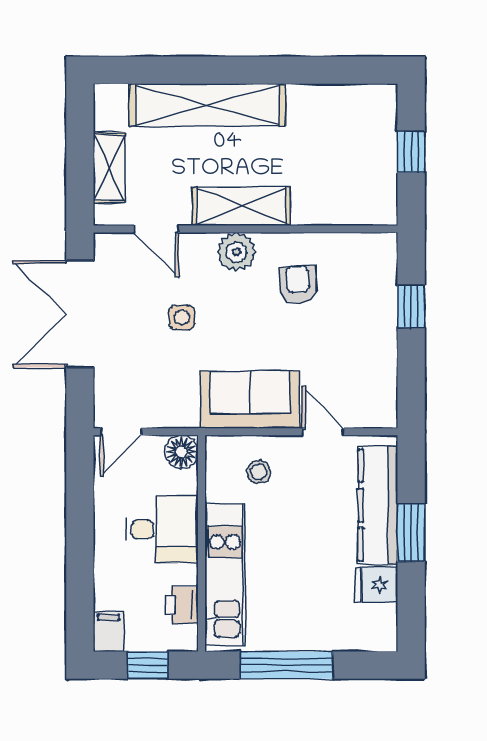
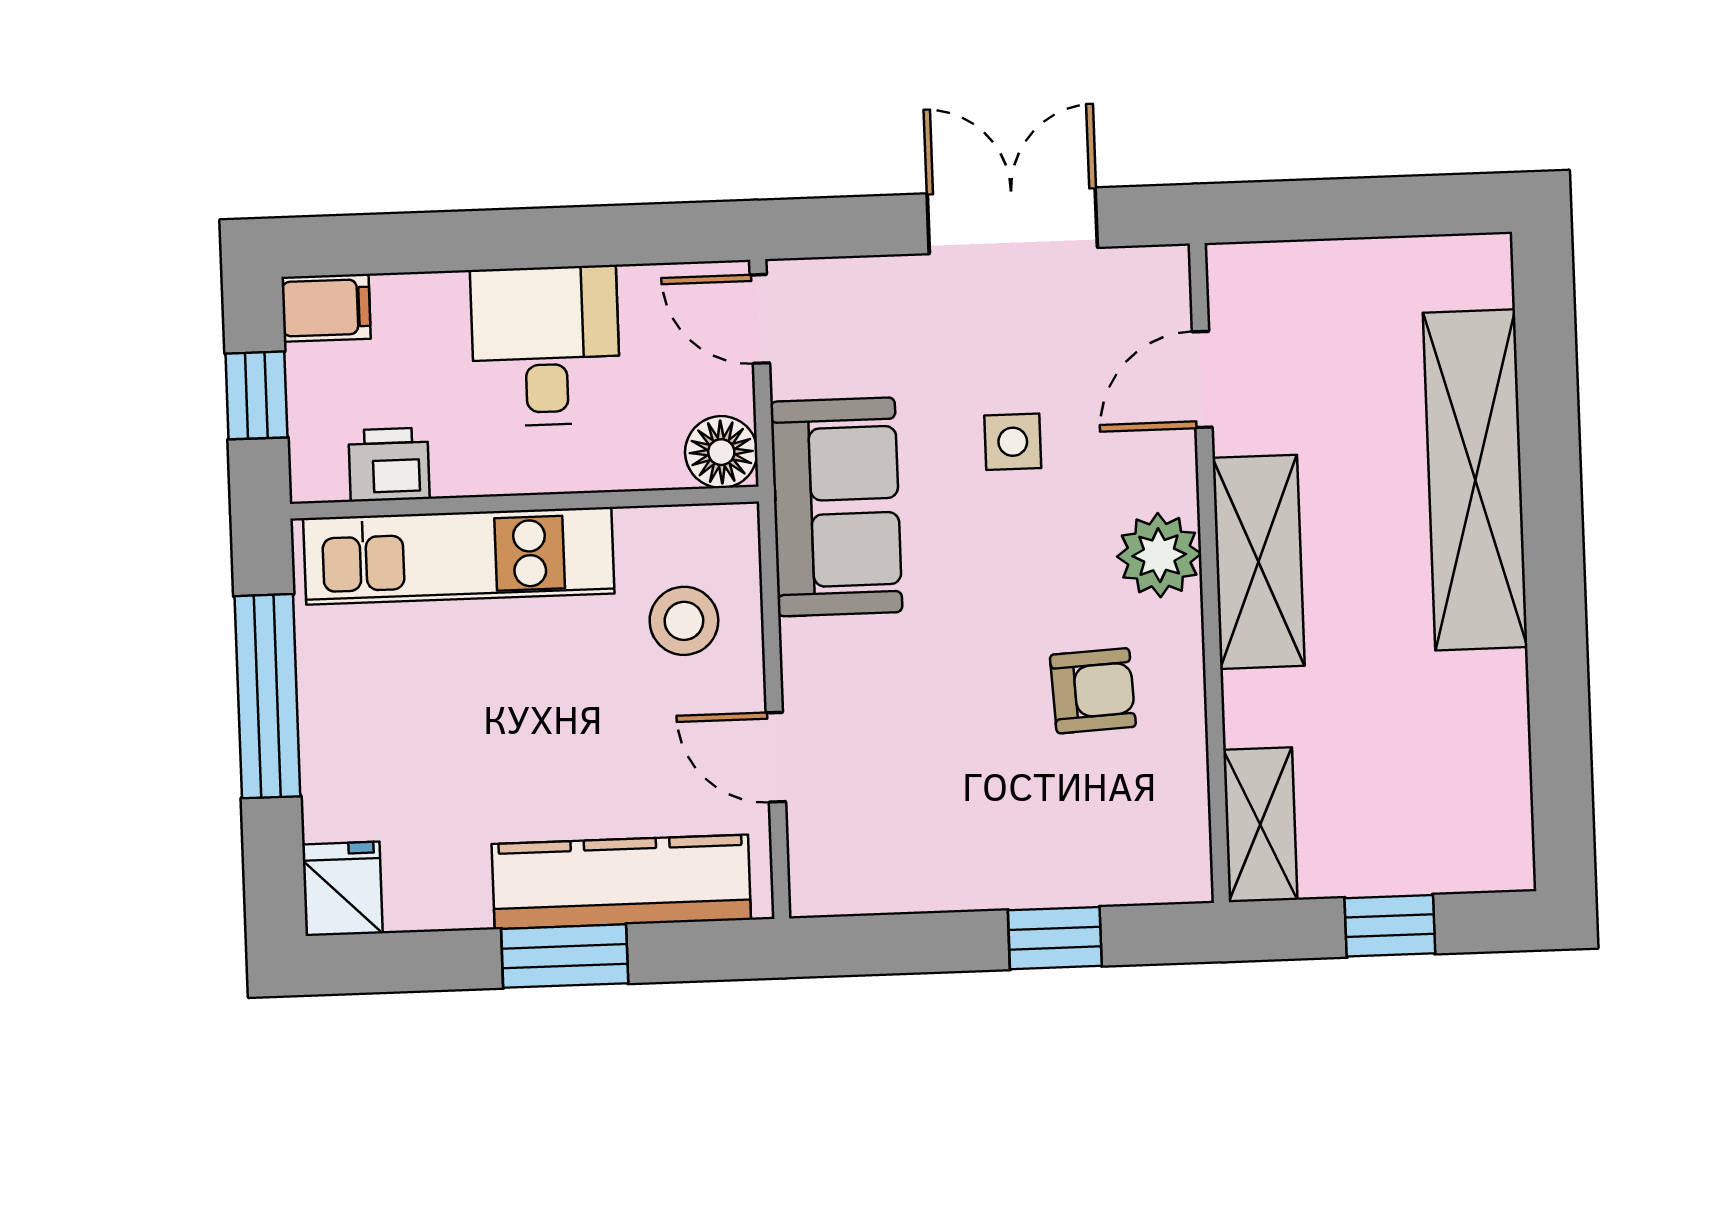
shelving: (109, 168) -> (1260, 825), moved, turned 90
double door: (80, 314) -> (1012, 221), width x0.73
sofa: (250, 400) -> (836, 507), moved
door: (323, 432) -> (776, 757), swing flipped
stool: (259, 472) -> (684, 621), width x1.37, depth x1.37
desk: (162, 529) -> (546, 346), moved, turned 180
fridge: (376, 585) -> (342, 889), moved

